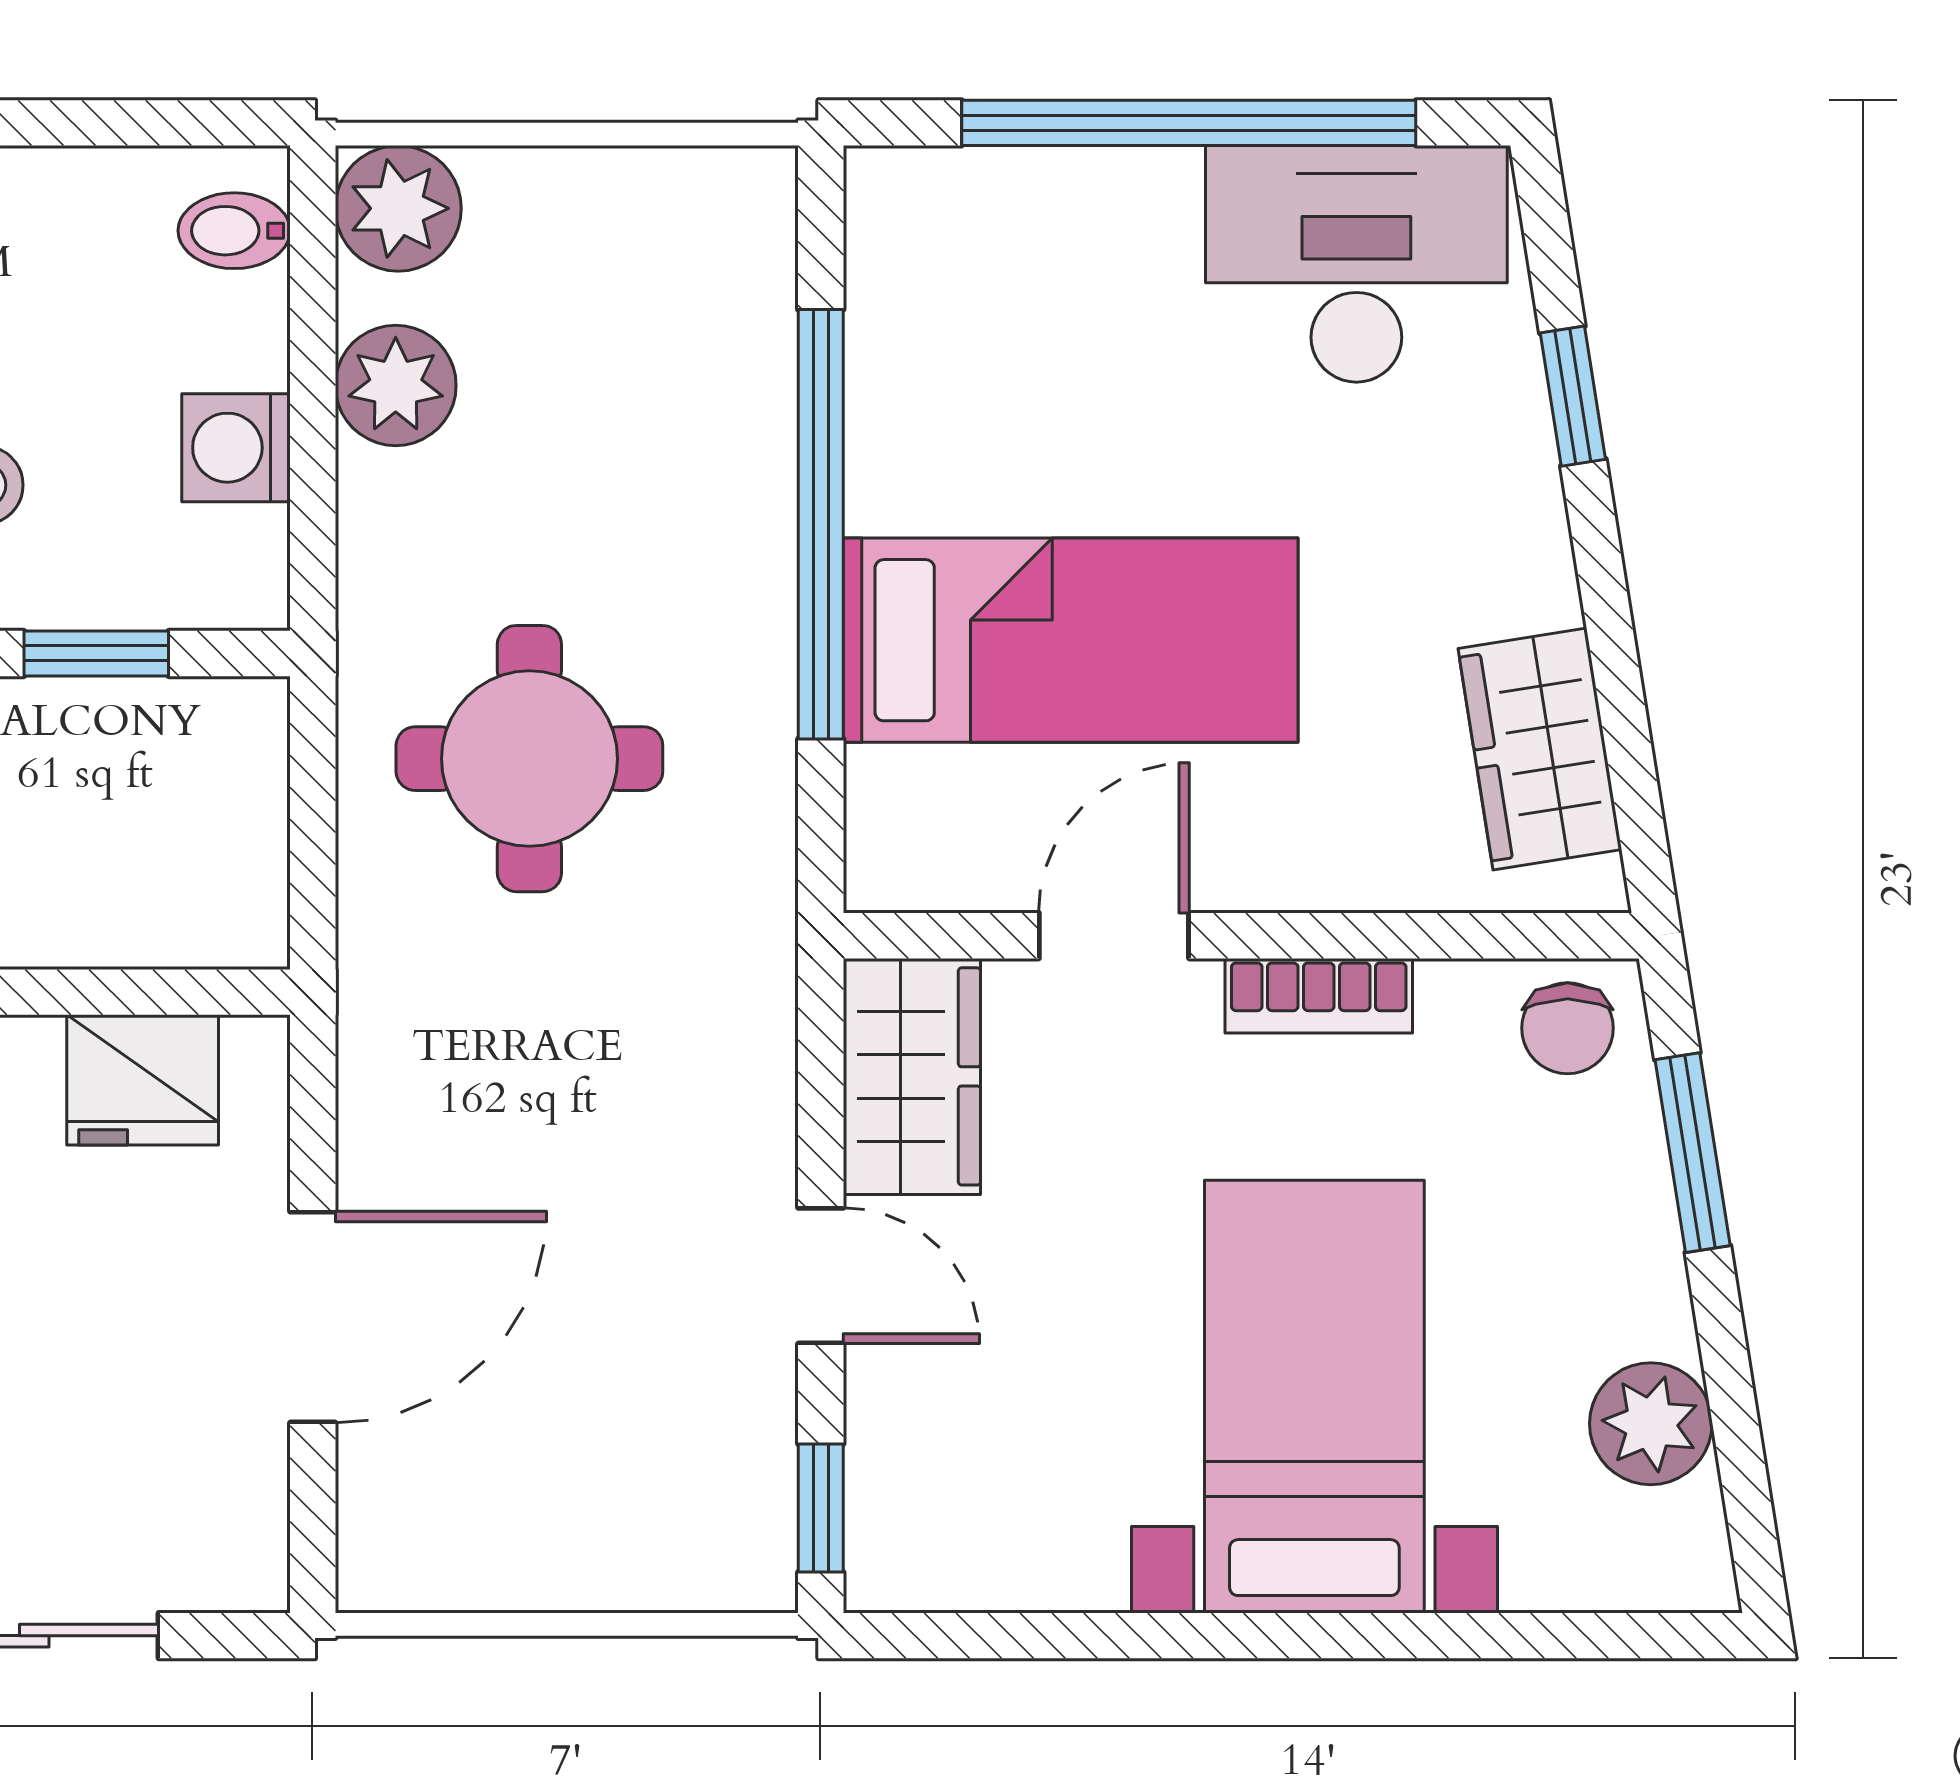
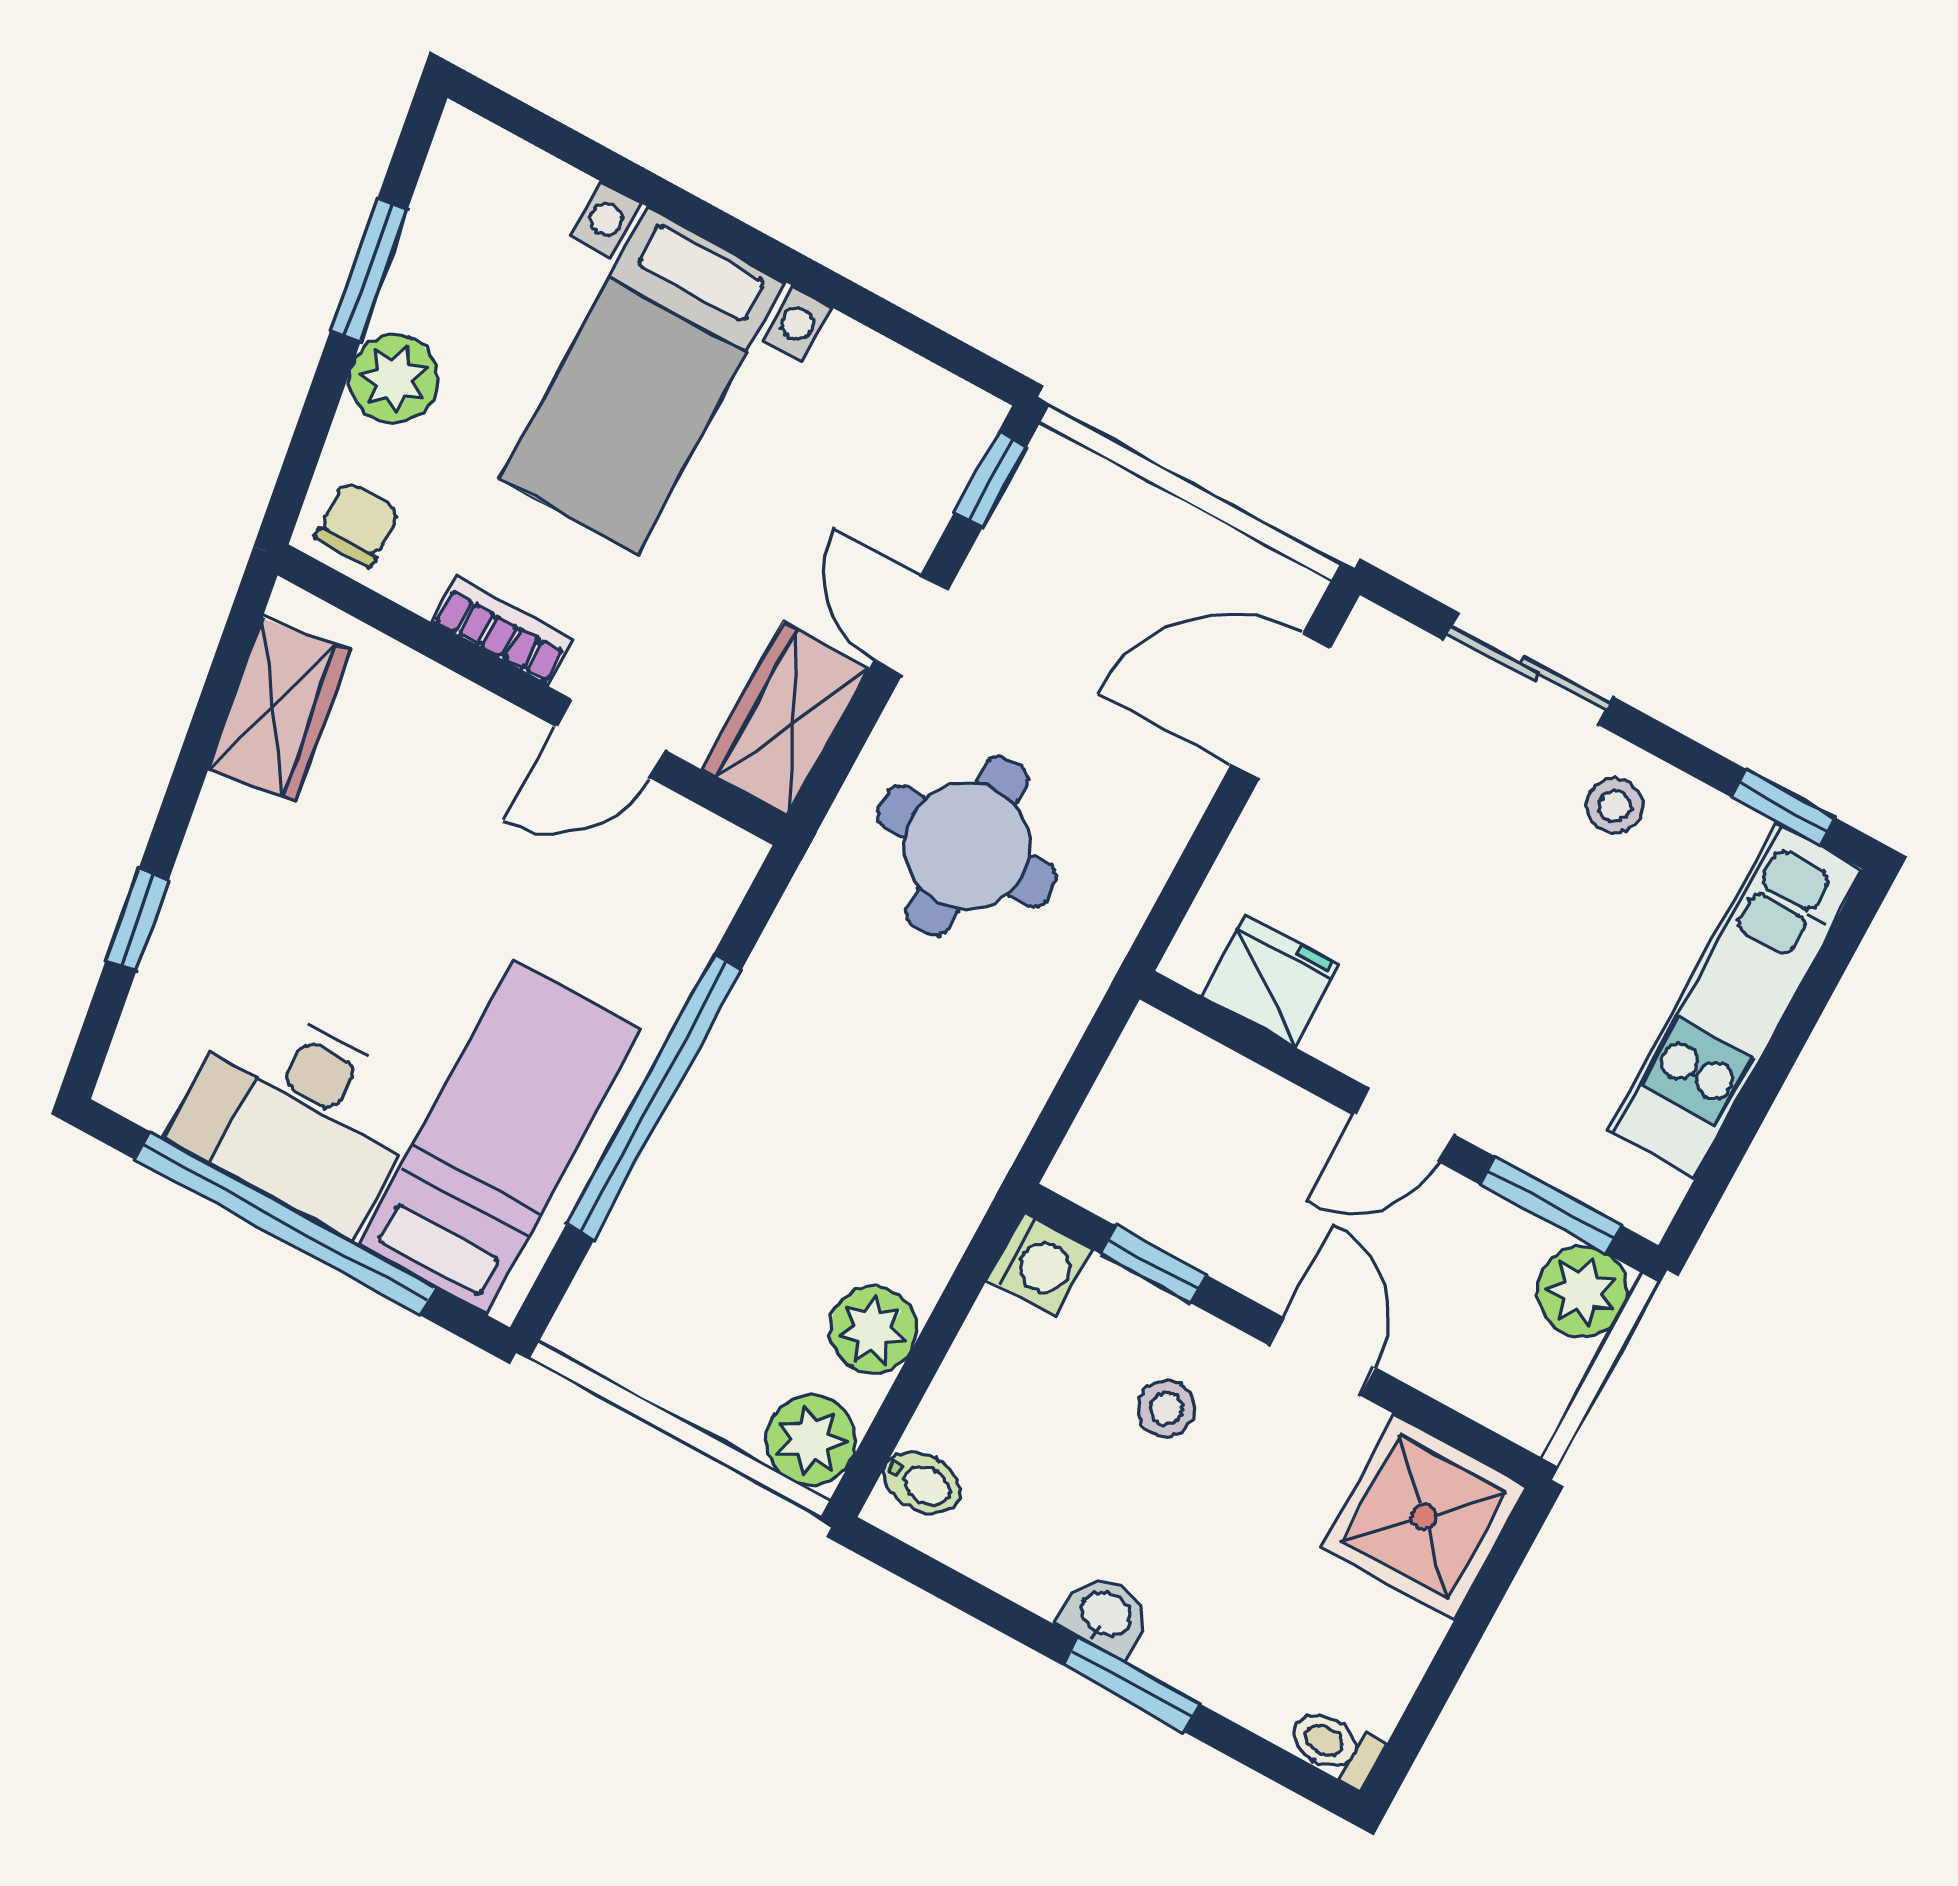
desk: (1356, 264) -> (298, 1116), moved
washing machine: (236, 448) -> (1039, 1264), moved
bed: (1071, 640) -> (500, 1137), moved, turned 90
round table: (529, 759) -> (967, 846), moved
window: (1693, 1153) -> (369, 270), moved
door: (313, 1317) -> (1281, 707), moved
plant: (1651, 1424) -> (394, 379), moved

